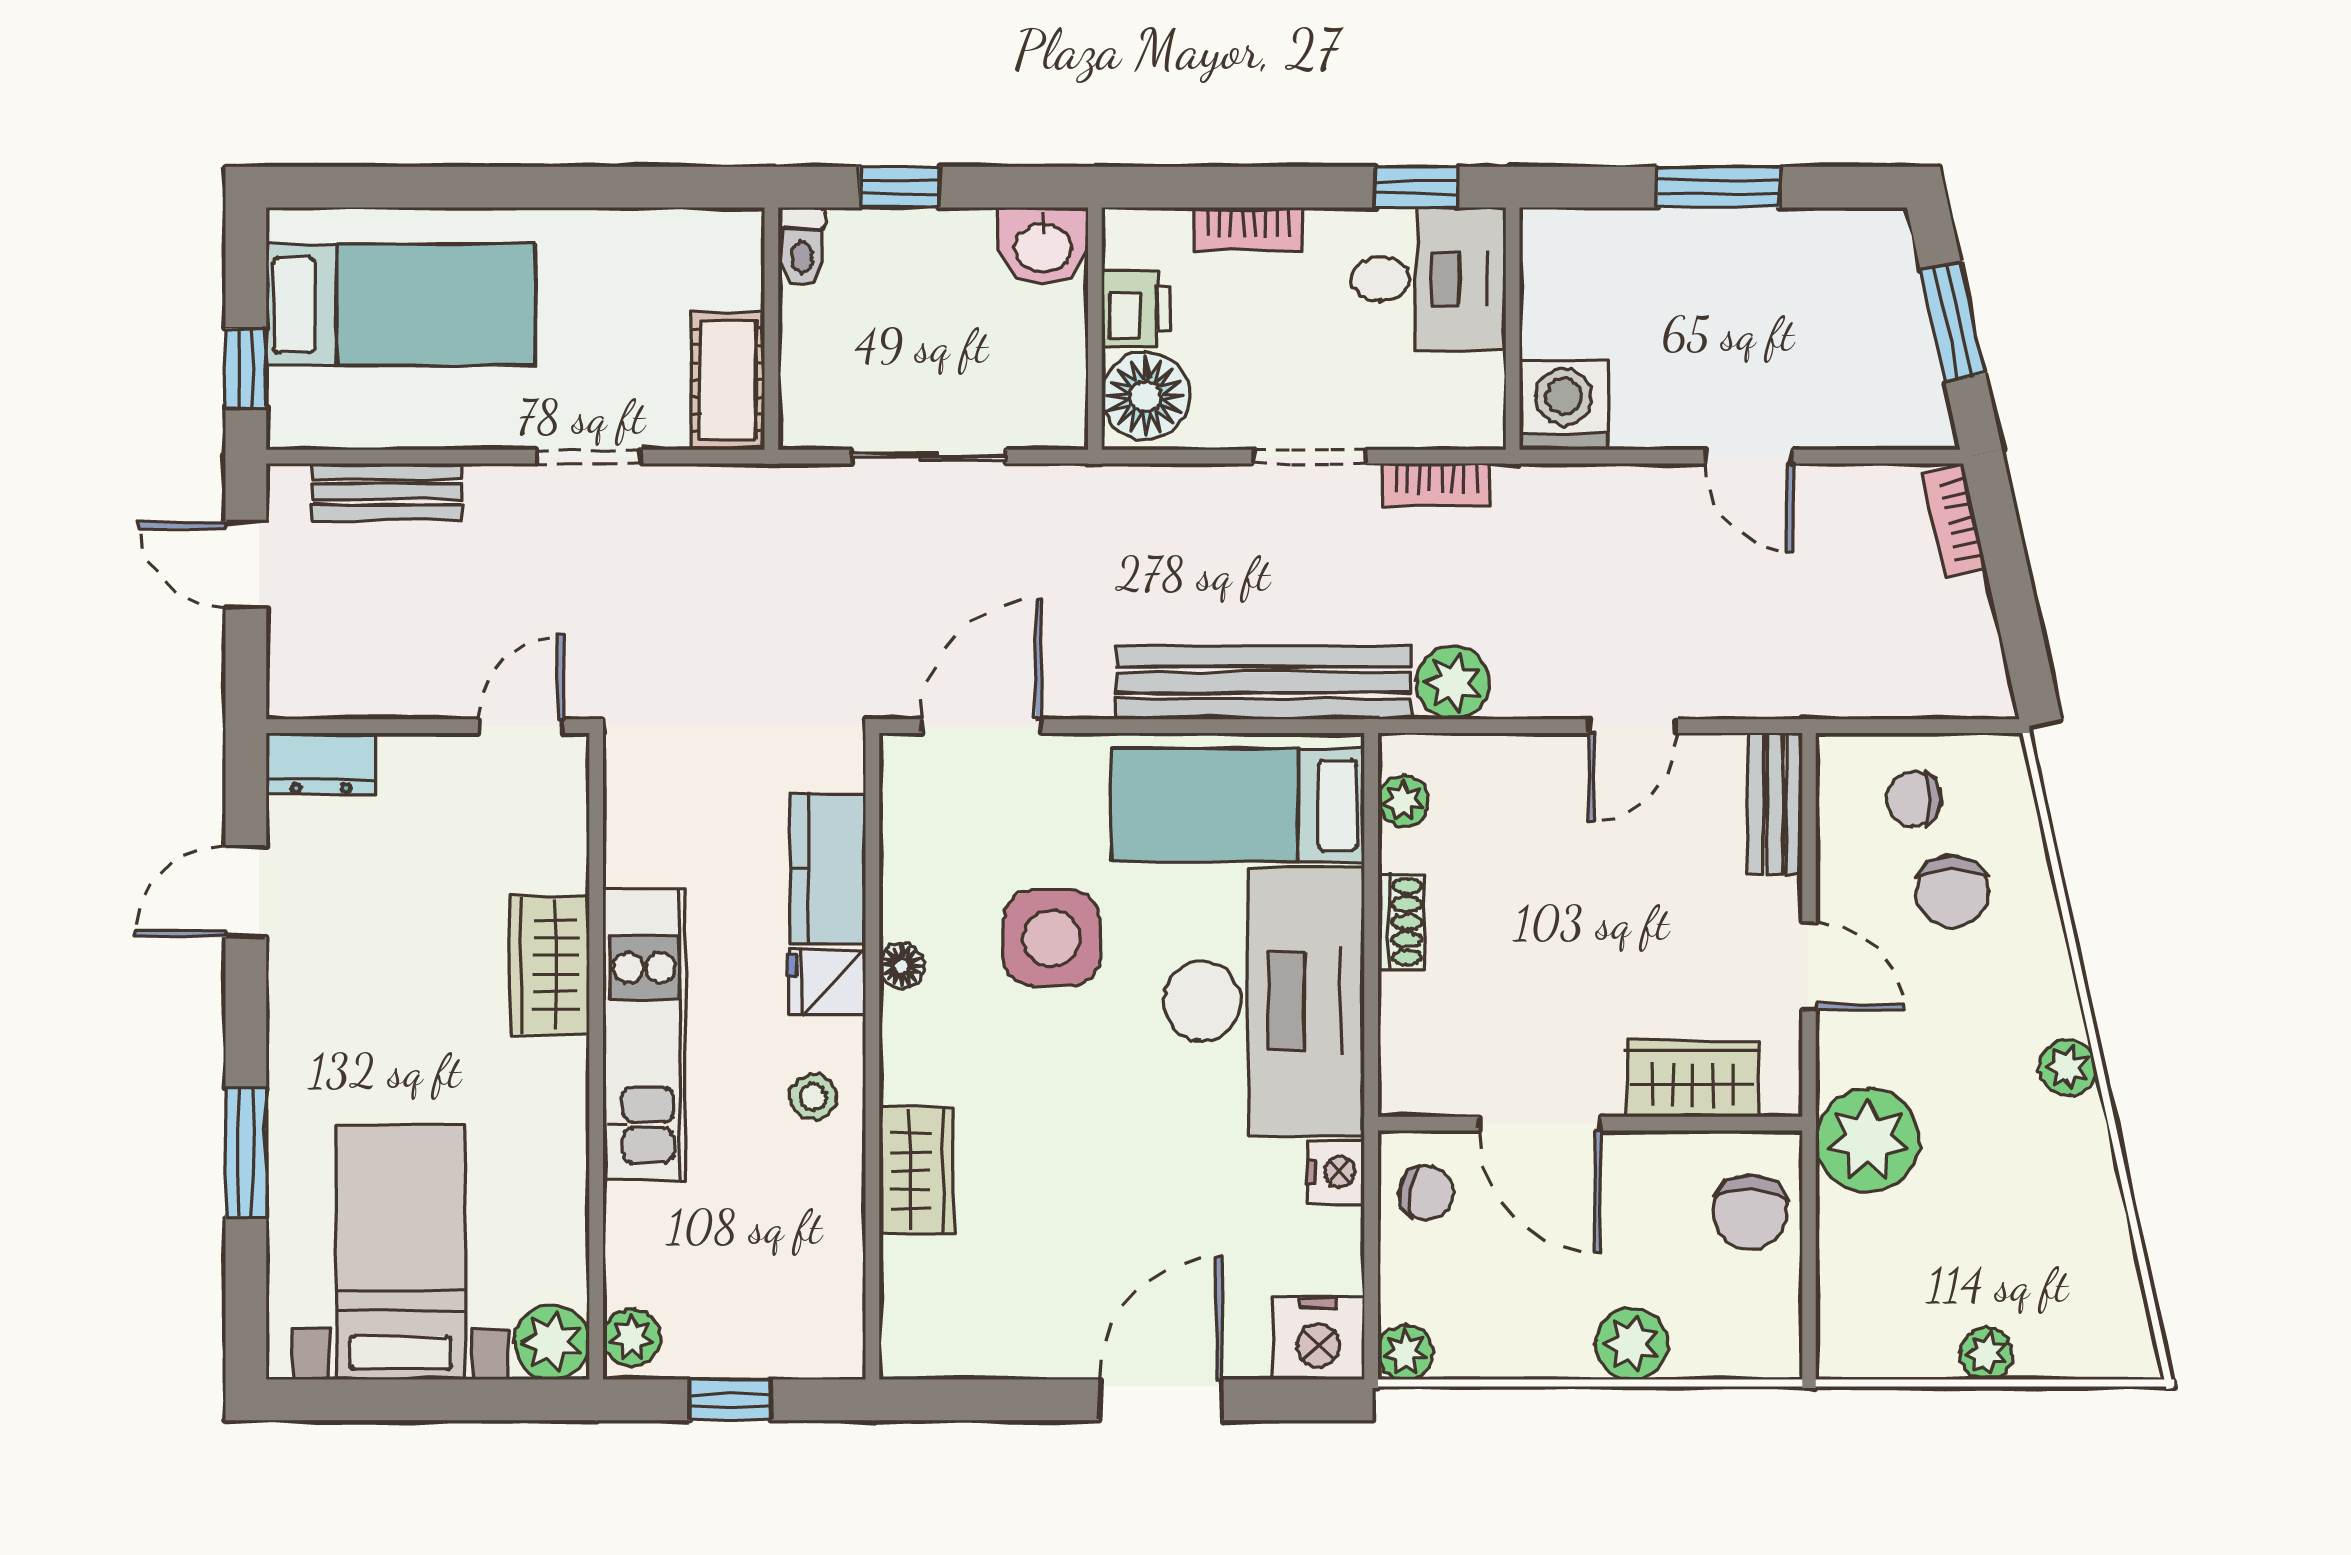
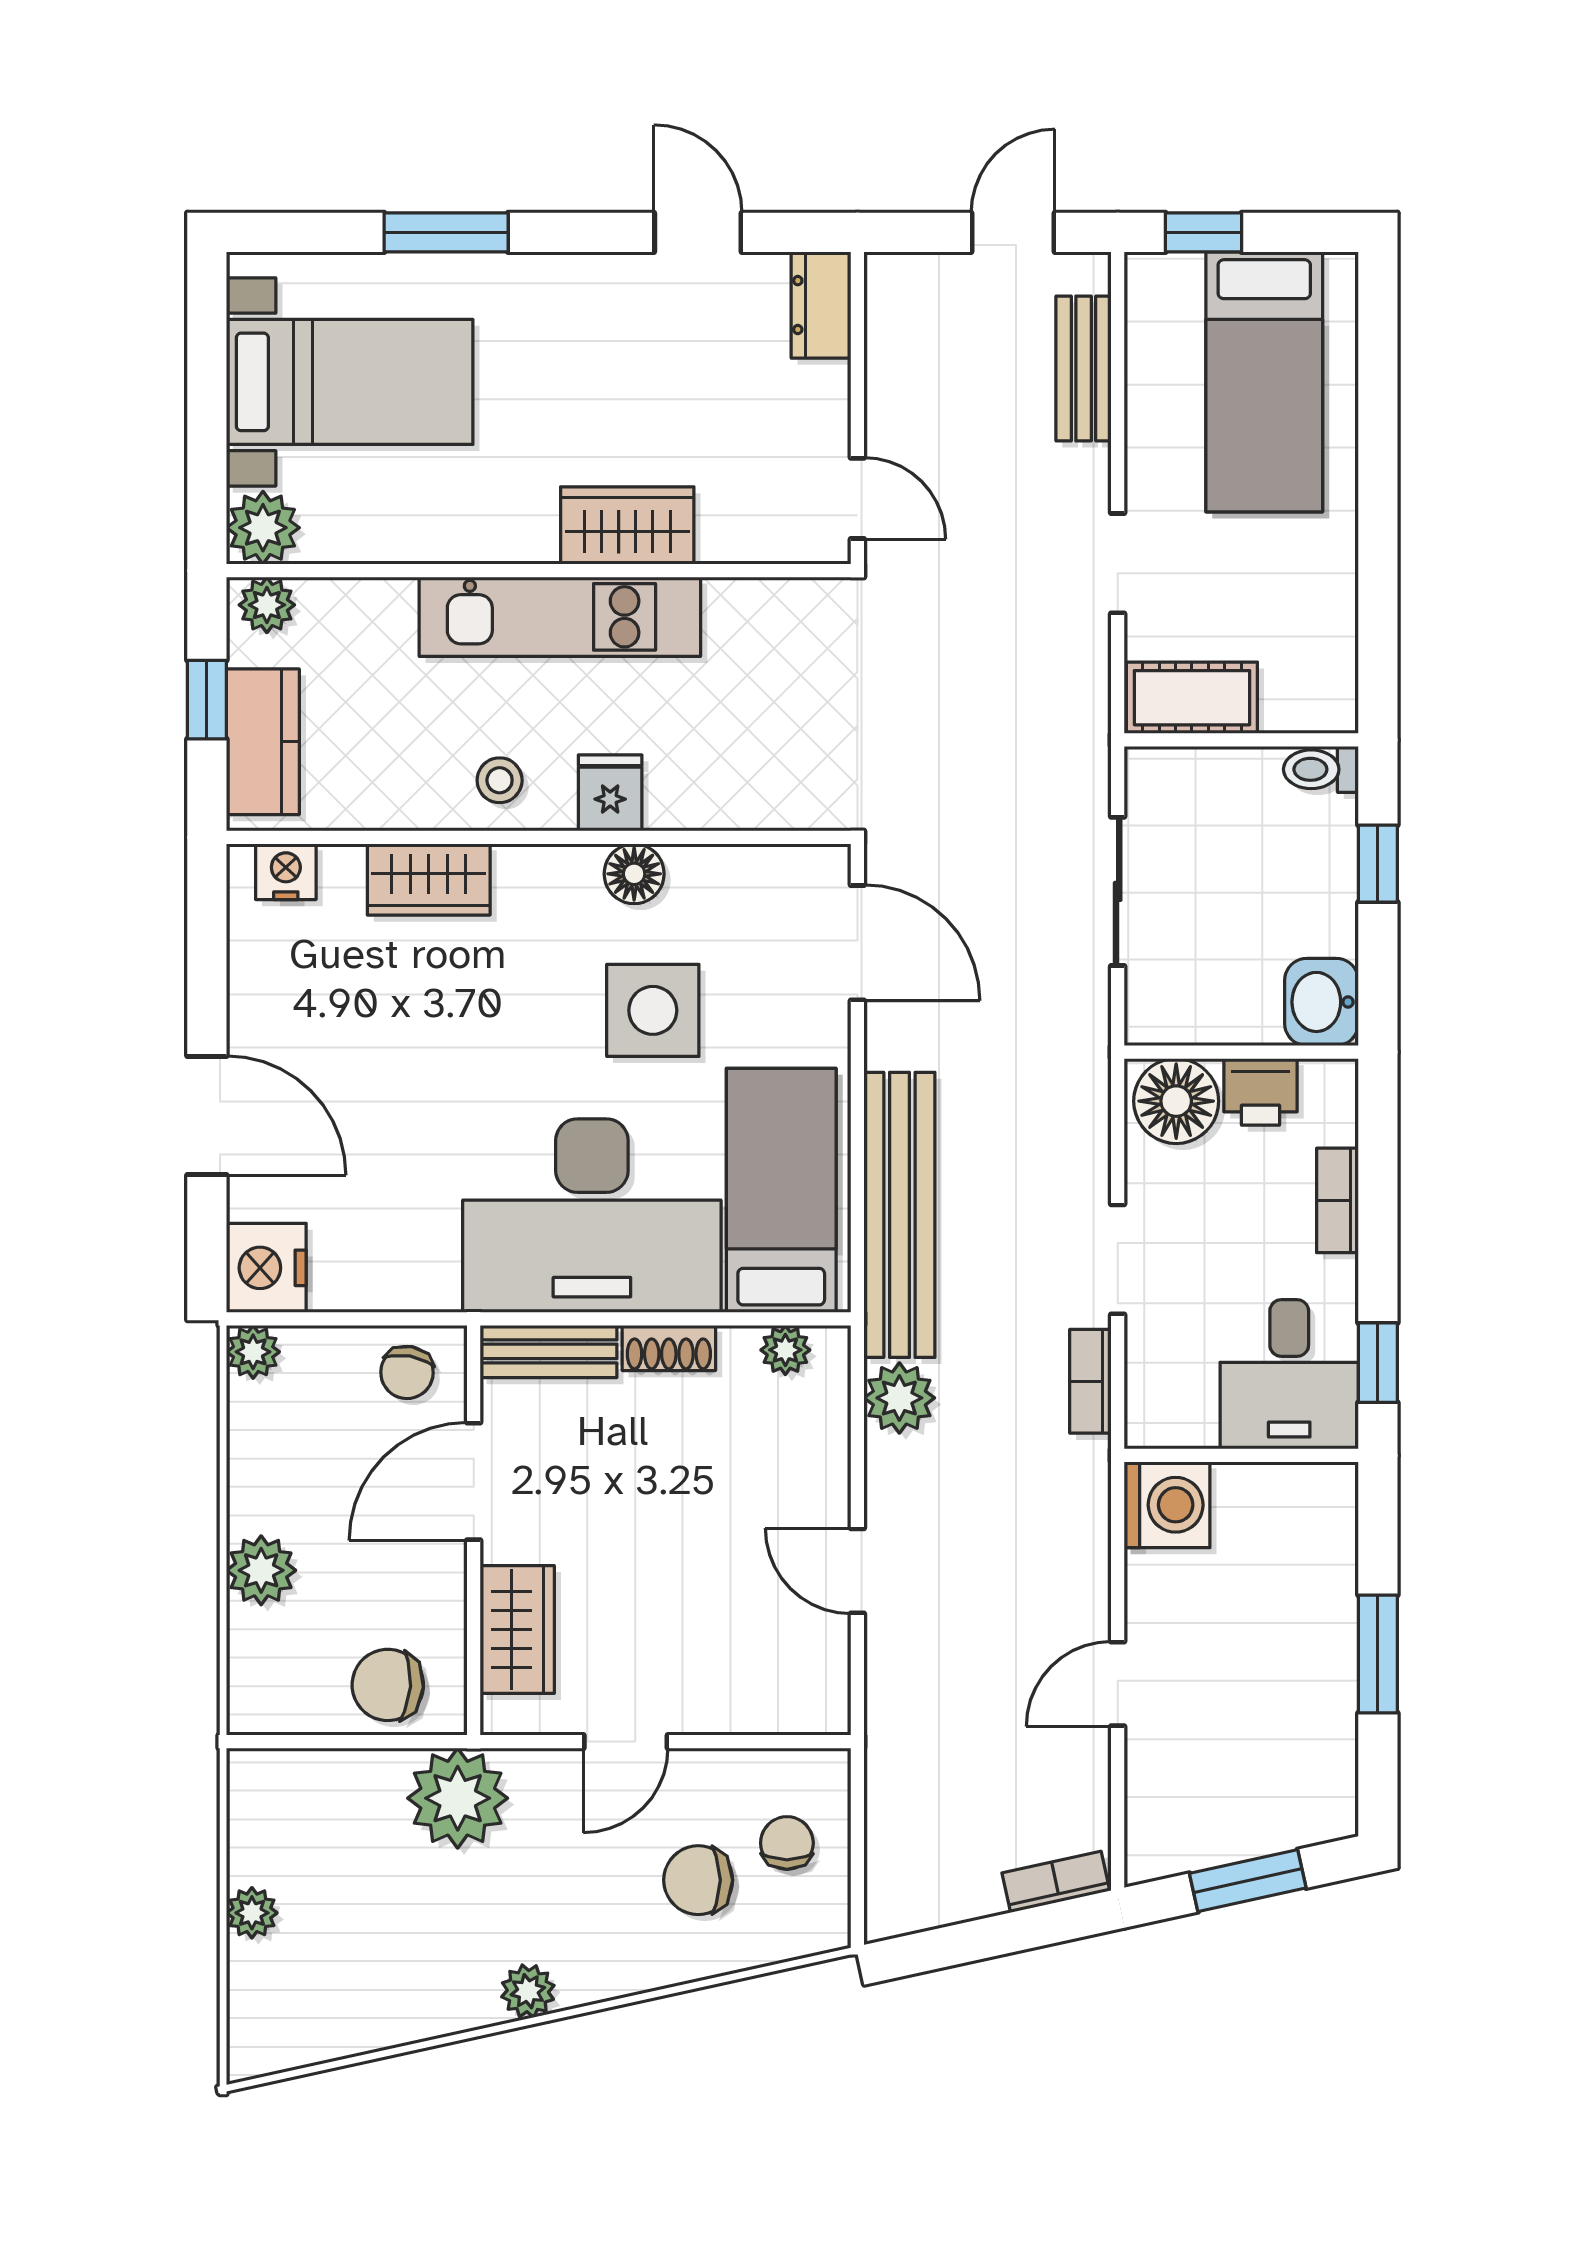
bench: (1775, 804) -> (549, 1351), moved
kitchen counter: (828, 869) -> (263, 742), moved, turned 90
floor lamp: (902, 966) -> (634, 874), width x1.37, depth x1.37
nightstand: (1335, 1172) -> (286, 872), moved, turned 180

